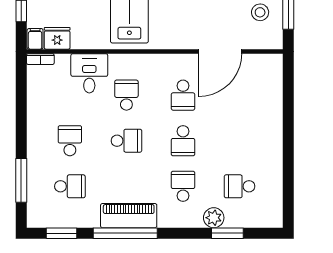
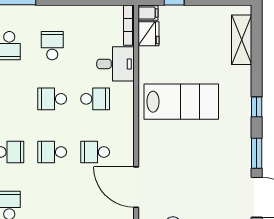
bookcase: (40, 59) -> (129, 25), width x1.56
school desk: (70, 141) -> (52, 46), turned -90
school desk: (126, 141) -> (52, 99), turned 90

